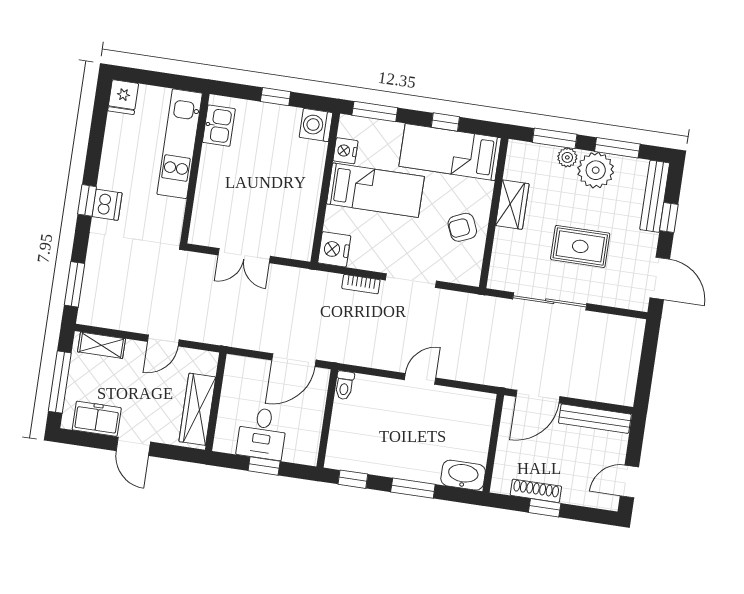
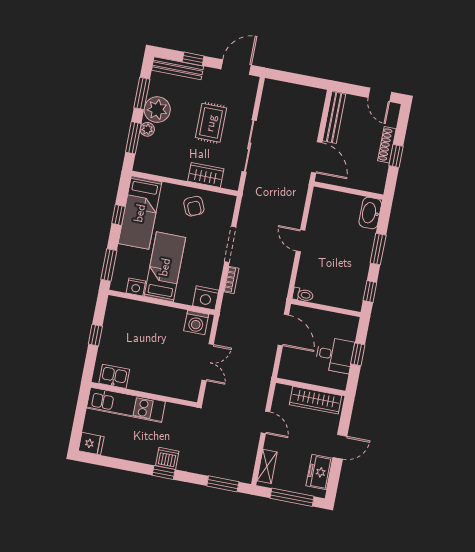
washing machine: (316, 125) -> (196, 323), moved
wardrobe: (512, 205) -> (206, 175), moved
shoe rack: (536, 491) -> (387, 145), moved

